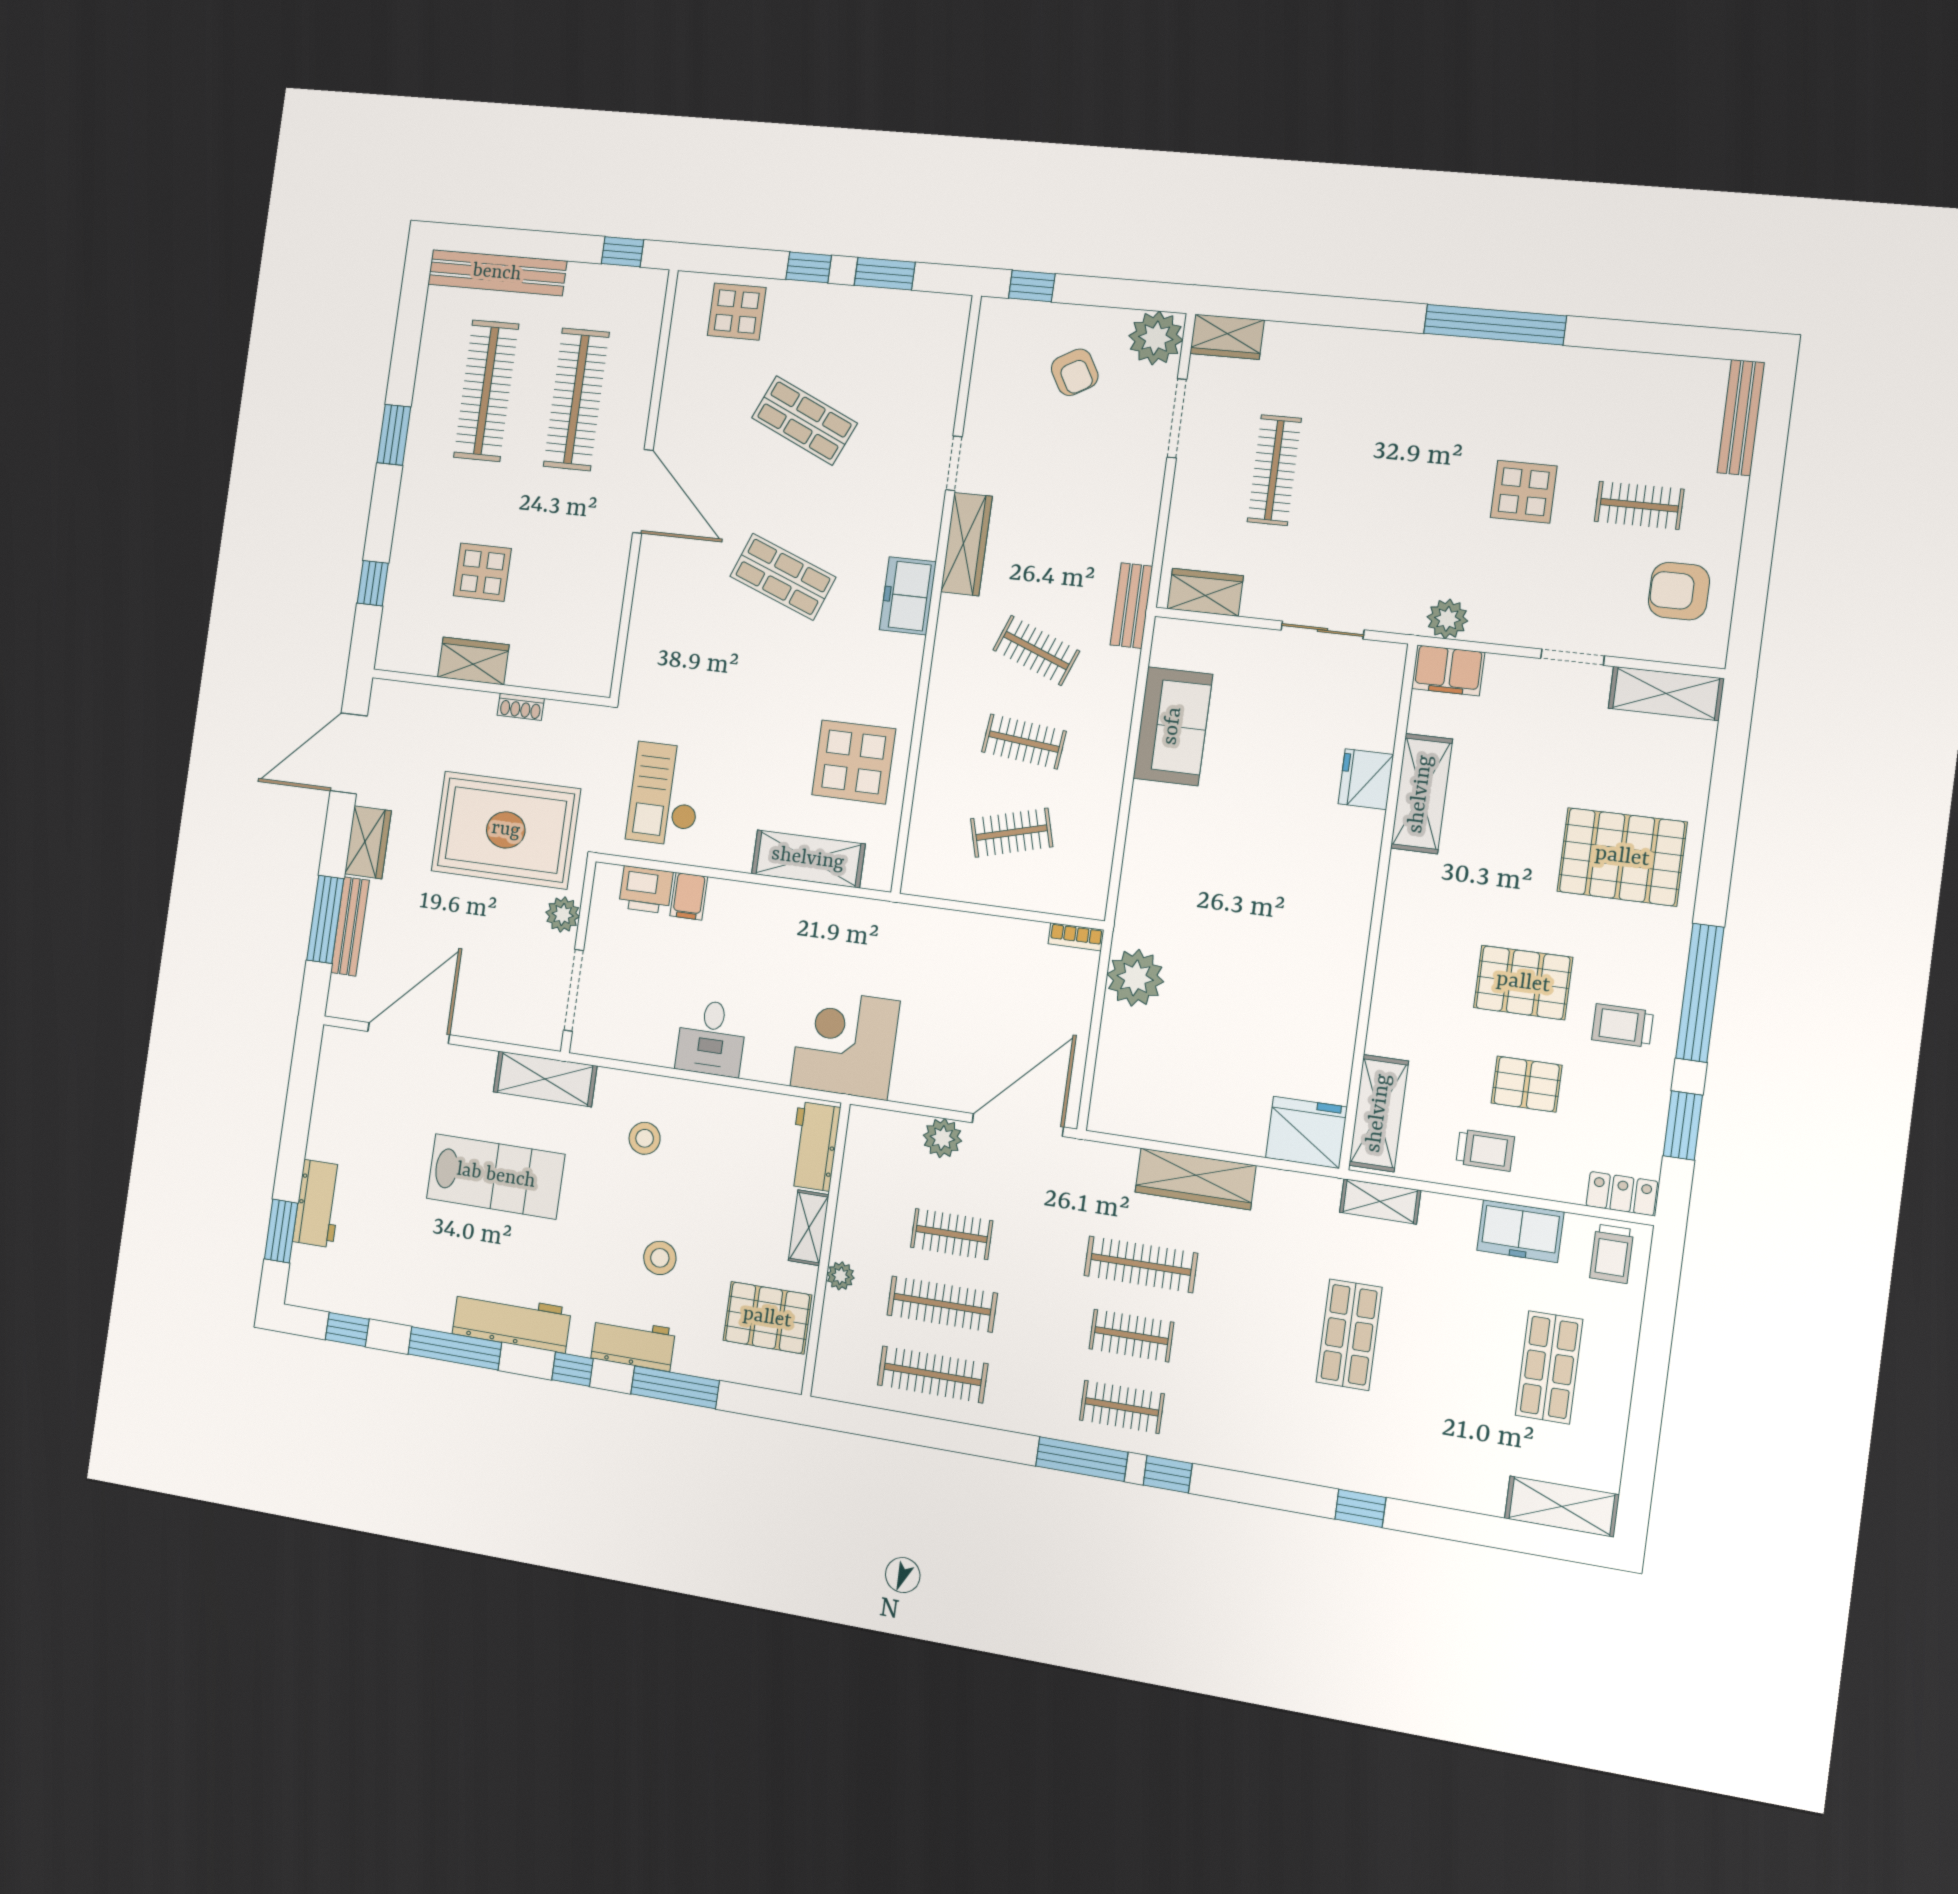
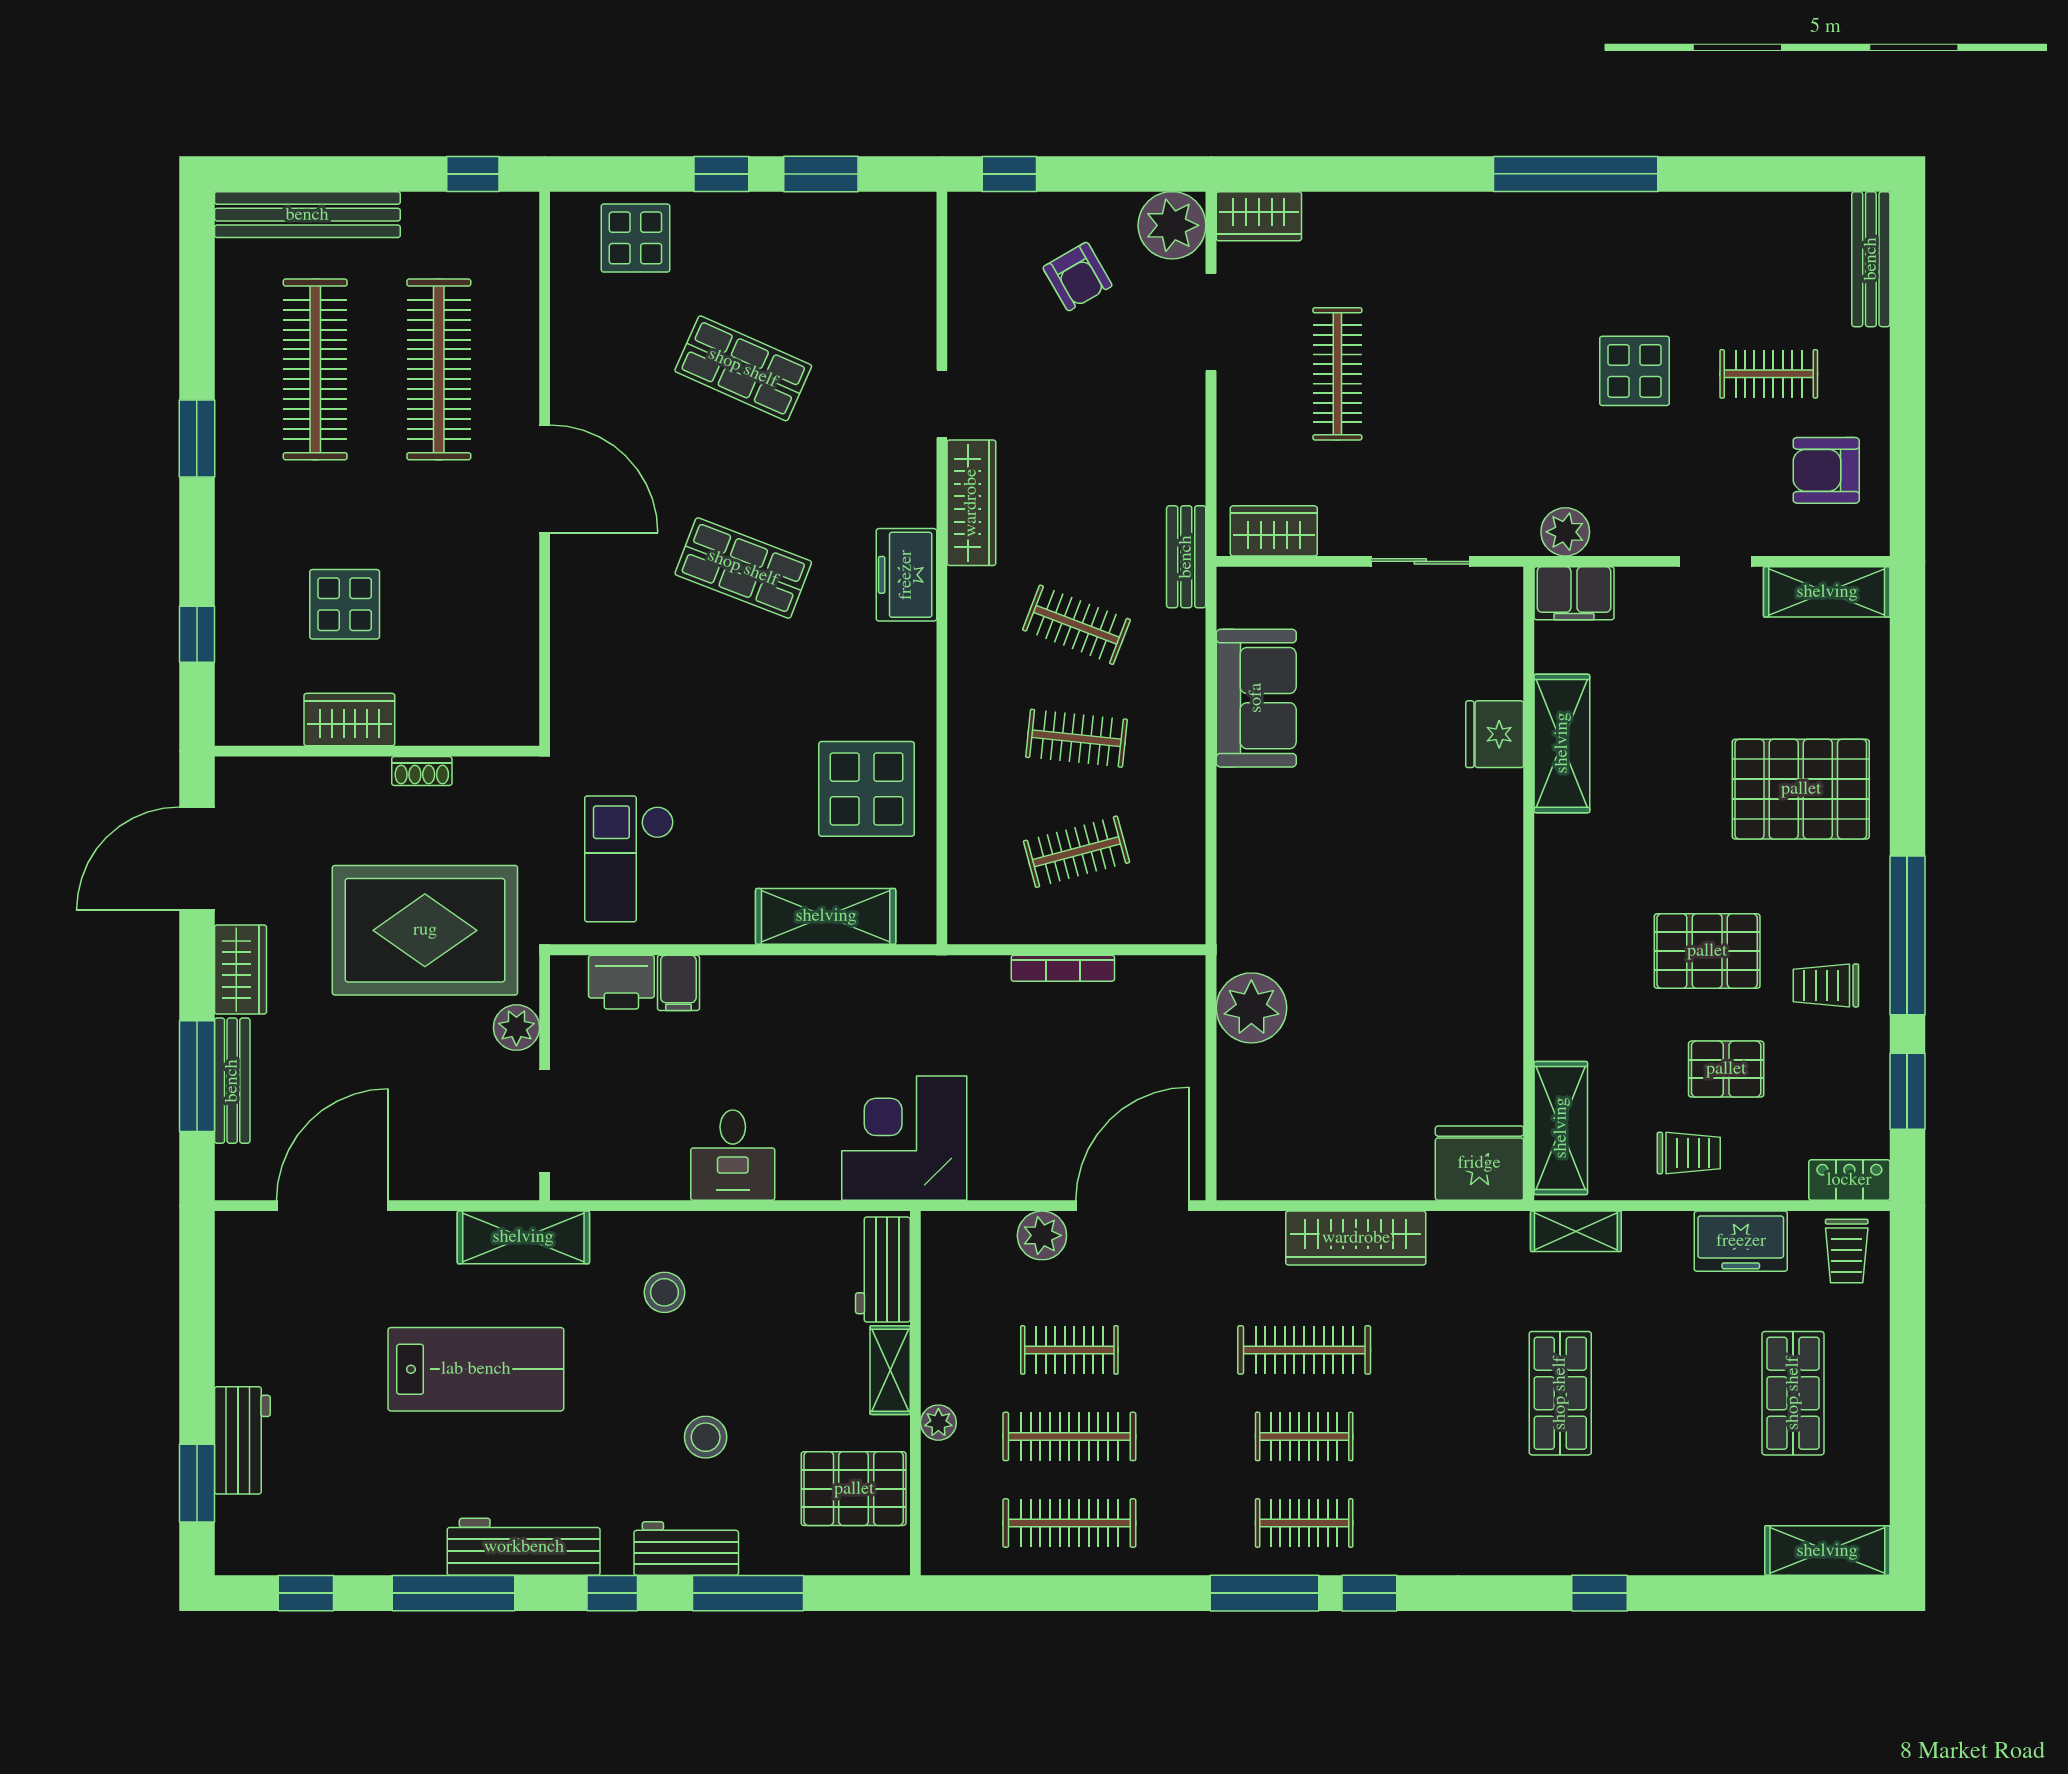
bookcase: (1076, 937) -> (1063, 968), moved, width x1.56

